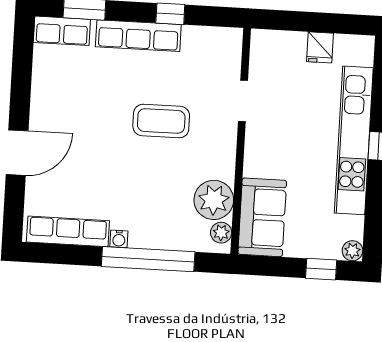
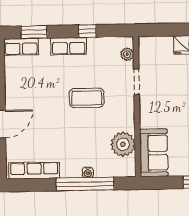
row of seats: (138, 36) -> (69, 46), width x0.68
plant: (221, 233) -> (127, 54), moved
water cooler: (119, 239) -> (88, 172), moved

